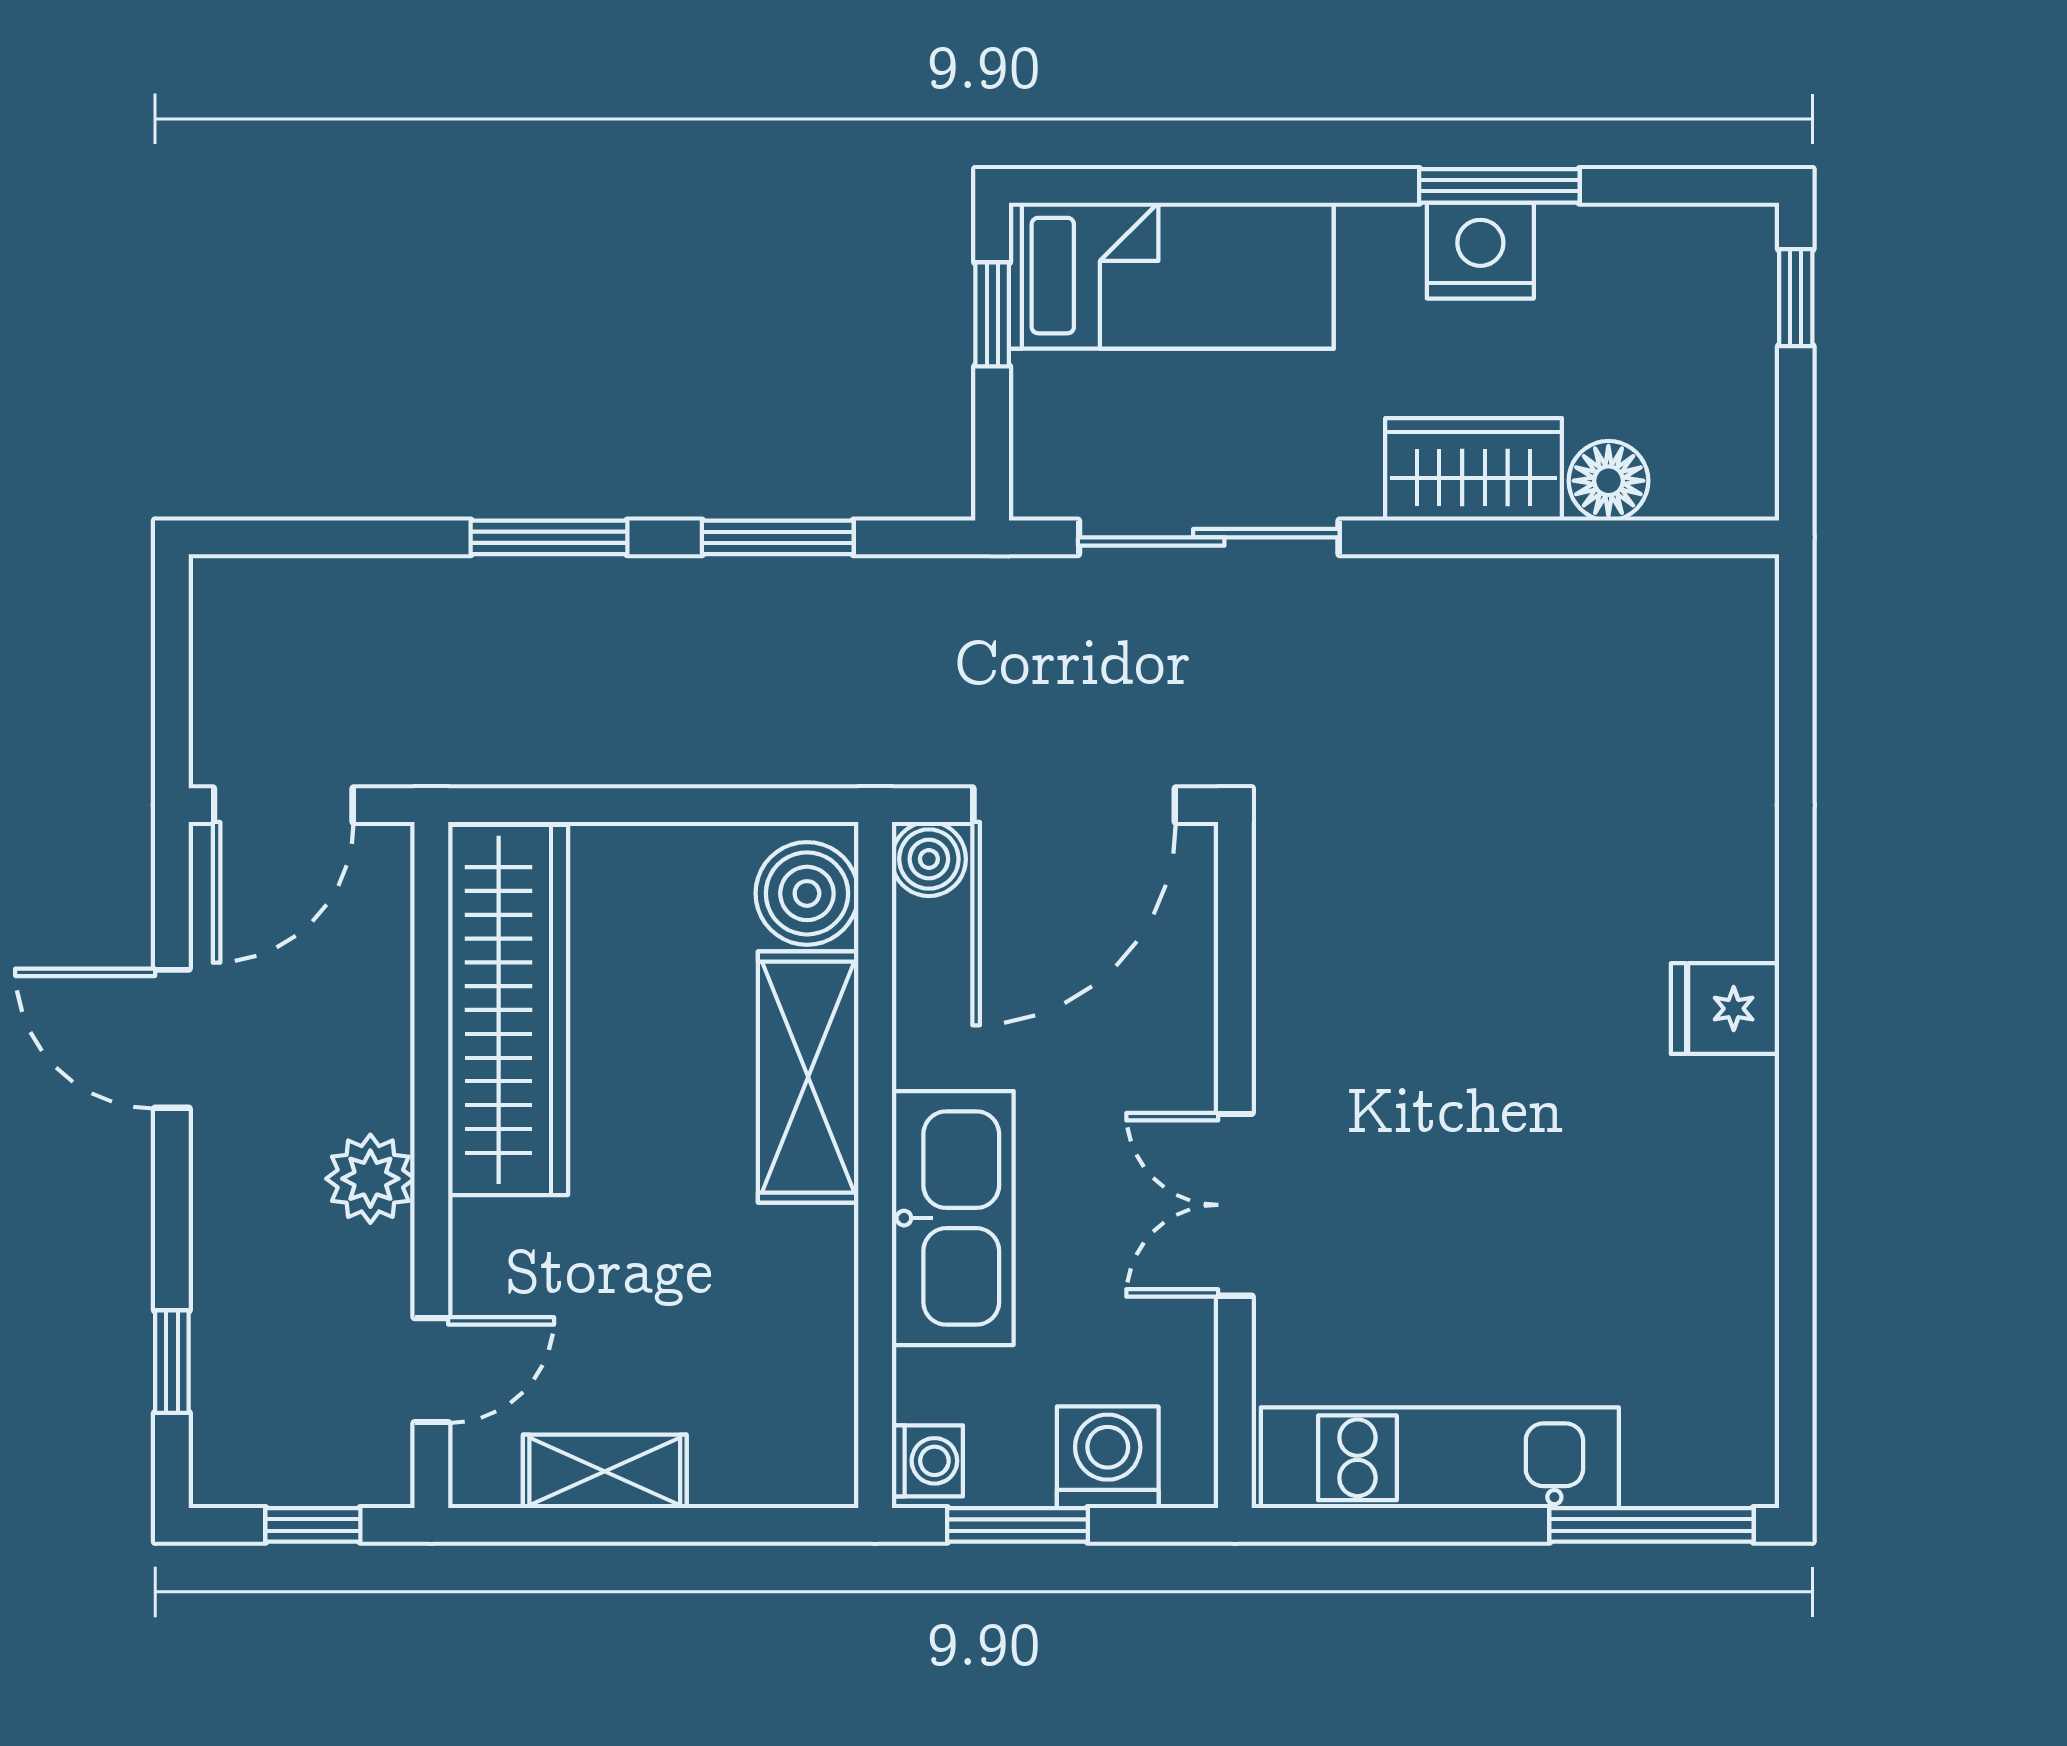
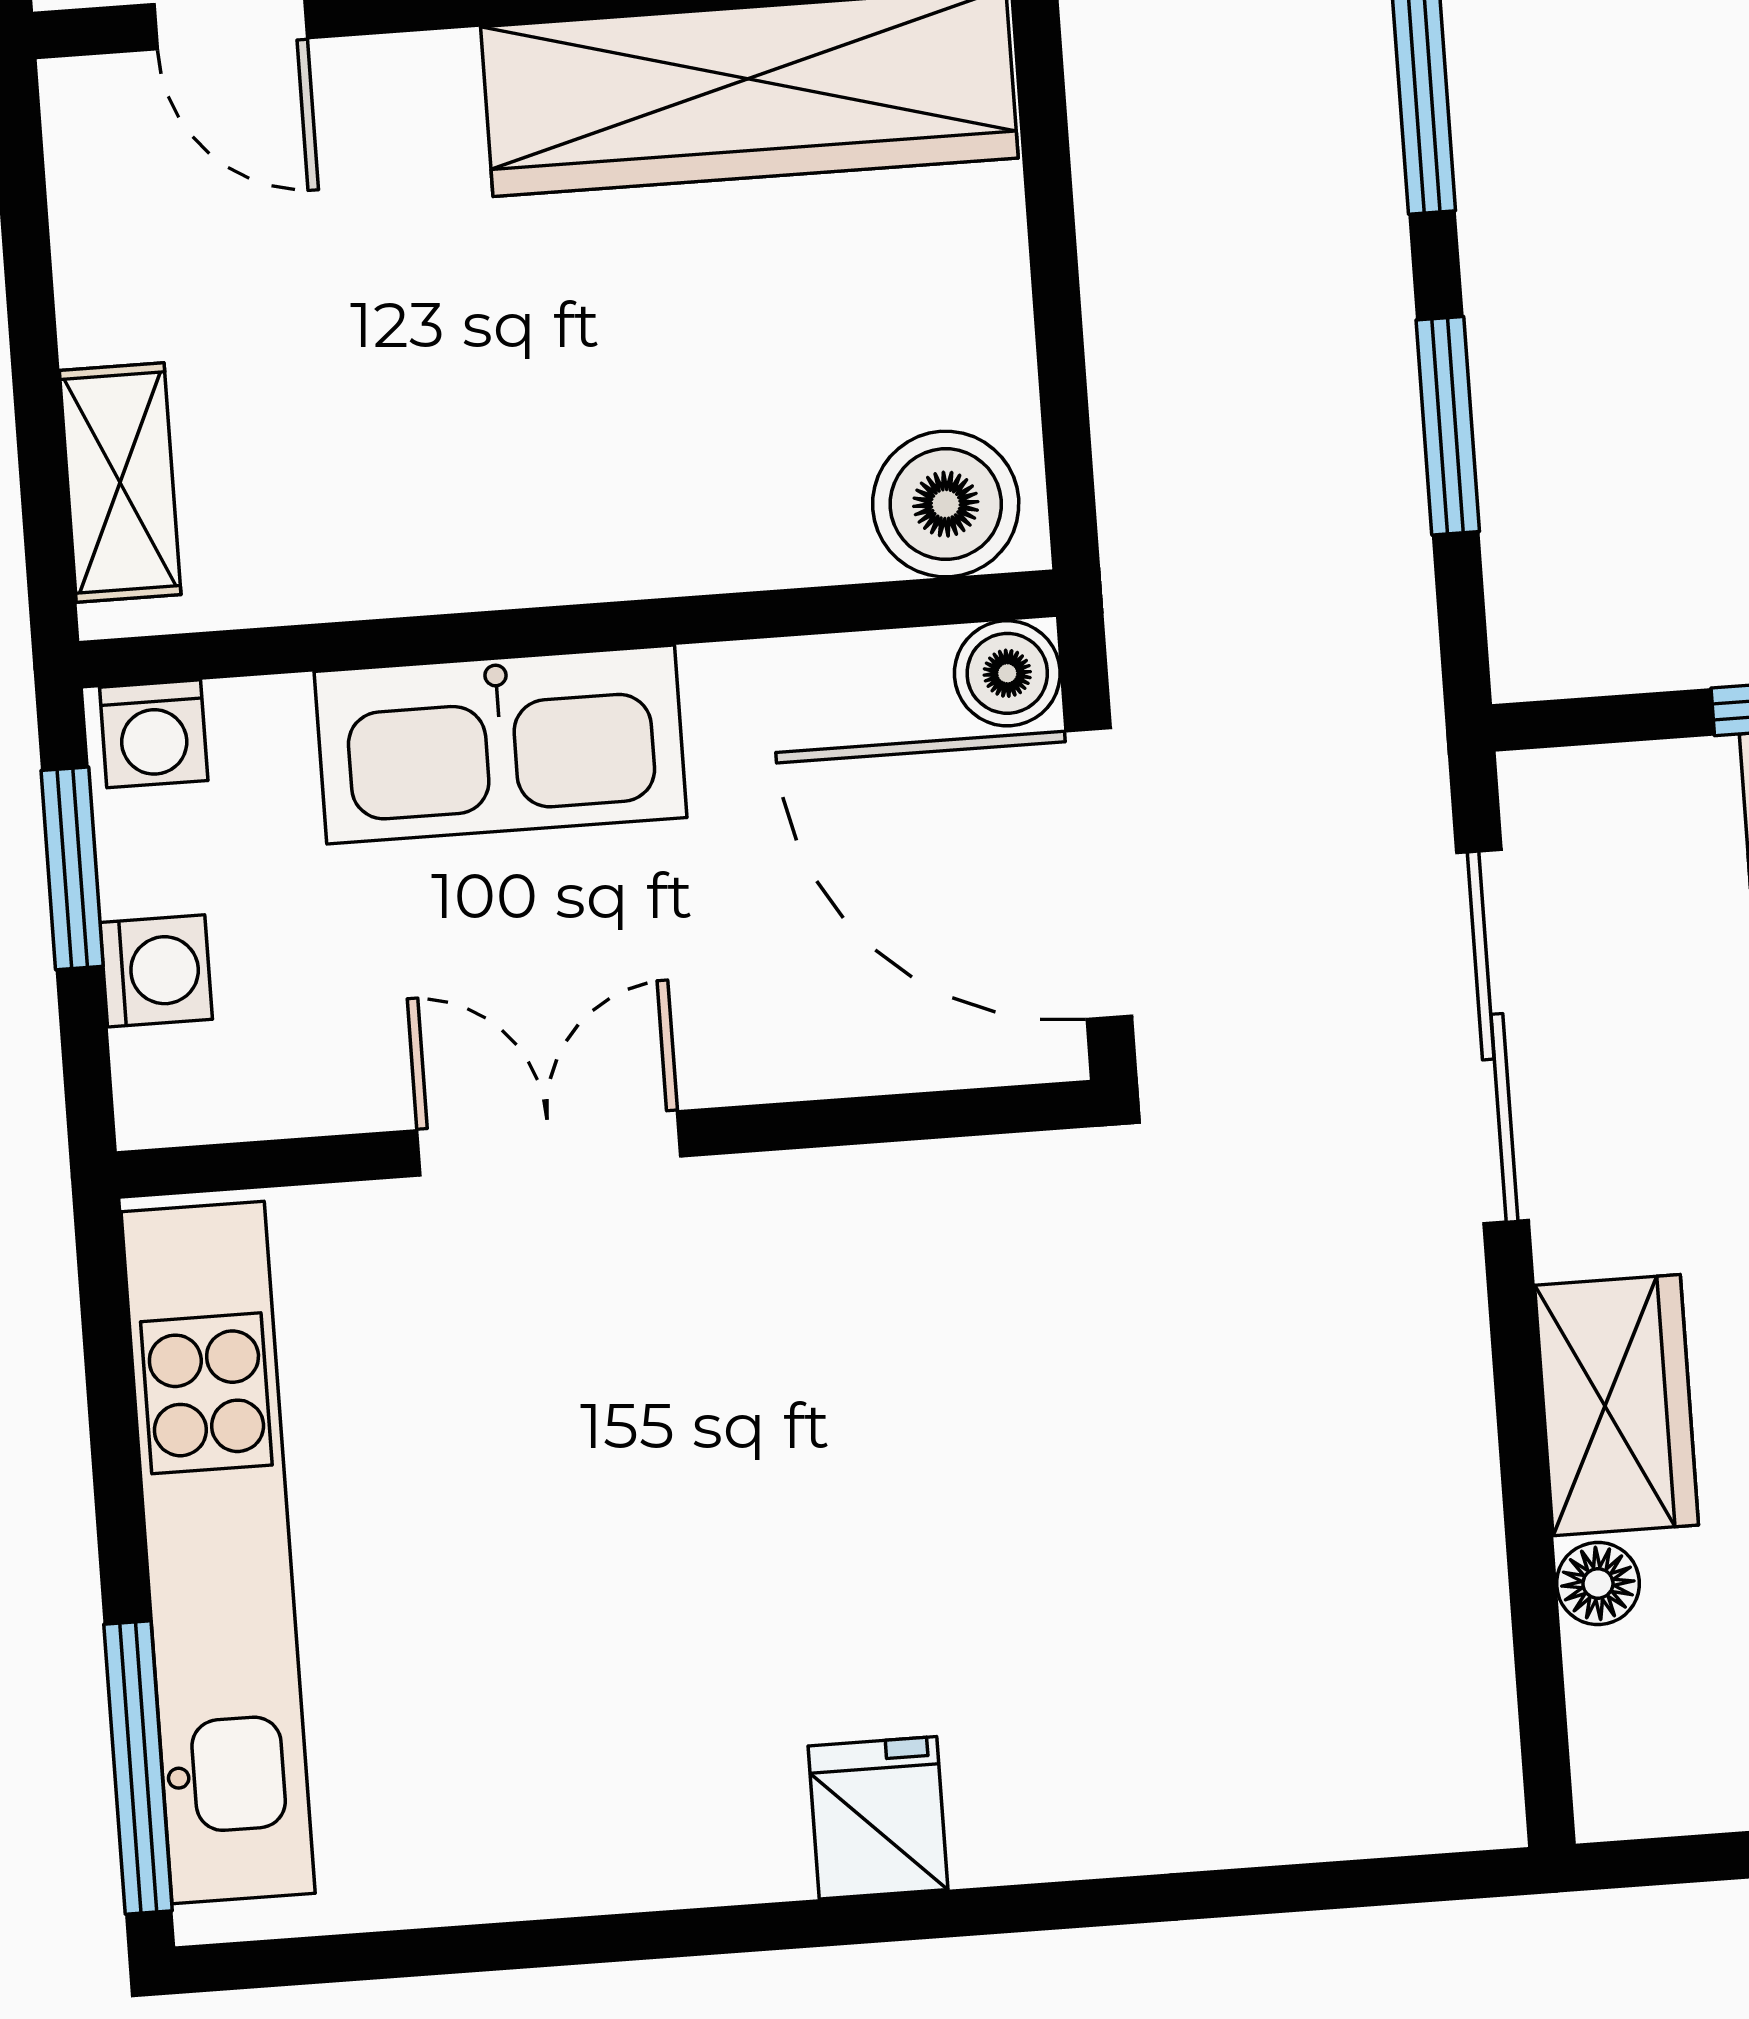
floor lamp: (1608, 481) -> (1598, 1583), width x0.73, depth x0.73
shelving: (808, 1077) -> (685, 525), removed
washing machine: (1108, 1457) -> (156, 971), width x0.73, depth x0.73
kitchen unit: (1440, 1458) -> (218, 1553), width x1.36
shelving: (605, 1471) -> (120, 483), moved

